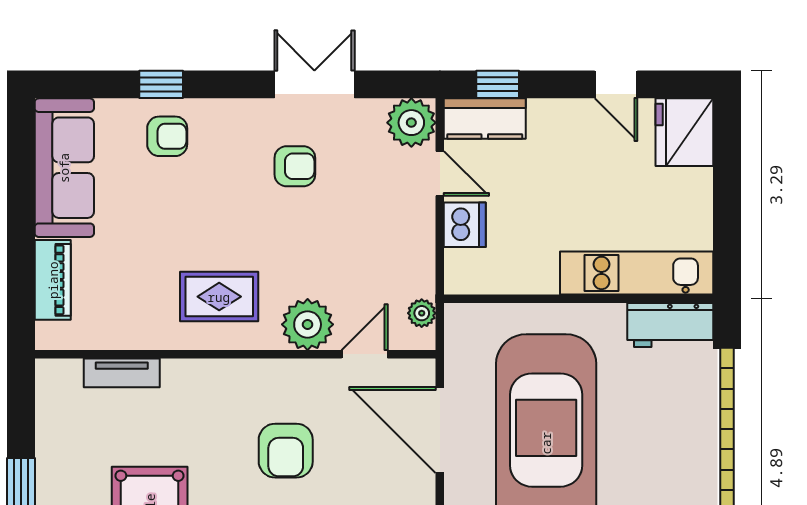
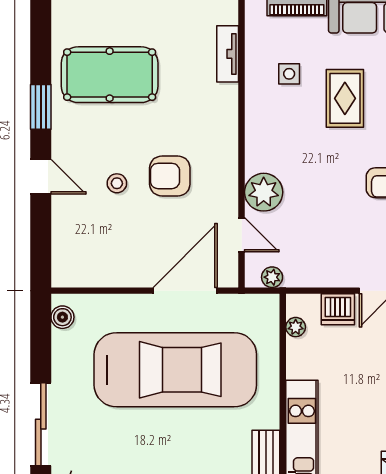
plant: (489, 282) -> (296, 327), added
side table: (148, 290) -> (289, 74), added
rug: (219, 297) -> (345, 98), moved

